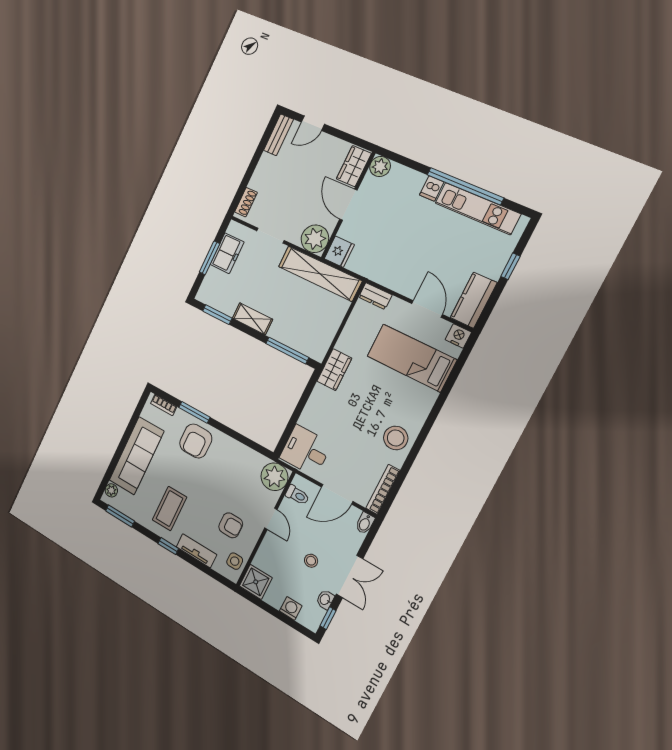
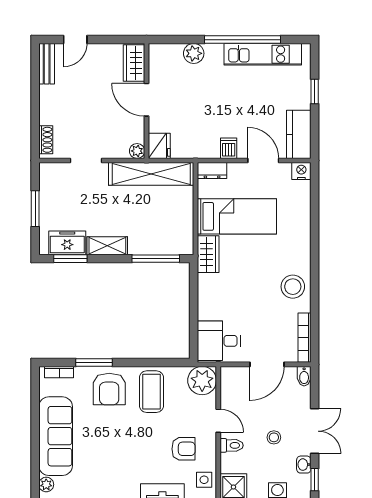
plant: (380, 167) -> (194, 53), moved
dishwasher: (432, 188) -> (229, 148), moved, turned 180
plant: (315, 239) -> (137, 151), width x0.53, depth x0.53
freezer: (227, 253) -> (67, 243), moved, turned -90
bed: (412, 358) -> (237, 216), moved, turned 180
toilet: (297, 495) -> (232, 445), moved
coffee table: (169, 509) -> (151, 392), moved

